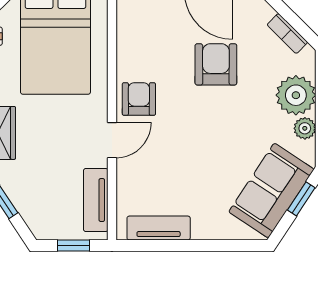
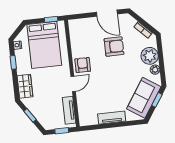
armchair: (216, 64) -> (114, 46), turned 90
tv unit: (159, 228) -> (112, 118), moved

